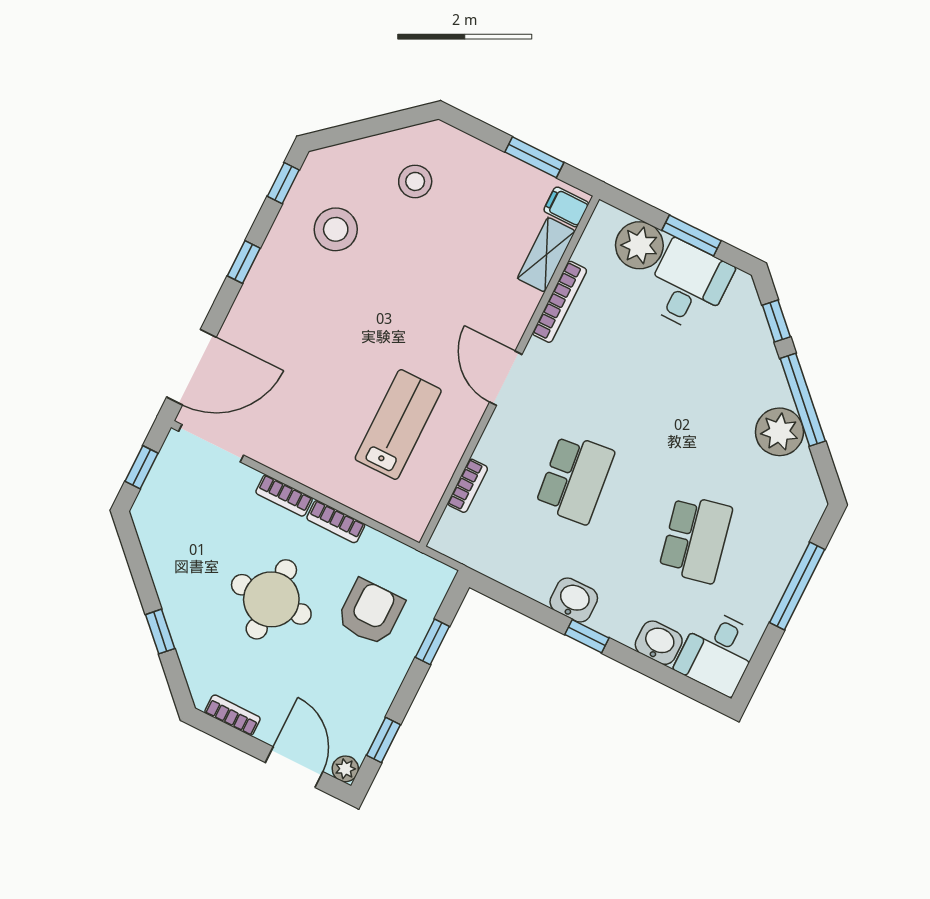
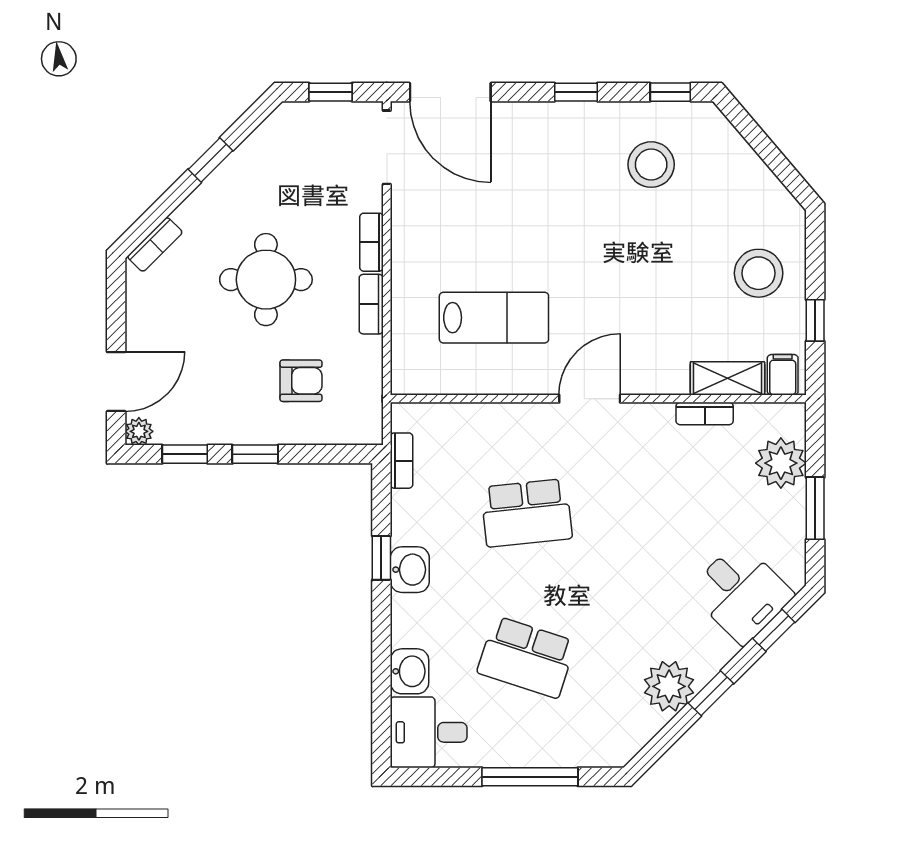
window: (534, 157) -> (815, 320), width x0.67
stool: (415, 181) -> (759, 273), moved, width x1.38, depth x1.38
desk: (688, 286) -> (741, 593), moved, turned 45
bookcase: (560, 302) -> (705, 414), width x0.64
window: (803, 400) -> (711, 693), width x0.46
bookcase: (468, 486) -> (401, 461), moved, turned -90
school desk: (696, 539) -> (527, 657), turned 30
armchair: (371, 612) -> (301, 381), width x0.72, depth x0.72
window: (160, 632) -> (210, 160), moved
window: (587, 636) -> (381, 558), moved
window: (432, 642) -> (255, 454), moved
bookcase: (233, 715) -> (155, 244), moved, turned 45

